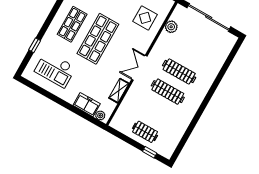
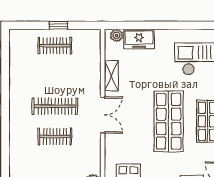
clothes rail: (179, 71) -> (55, 136), width x0.73
window: (150, 152) -> (58, 25), moved

